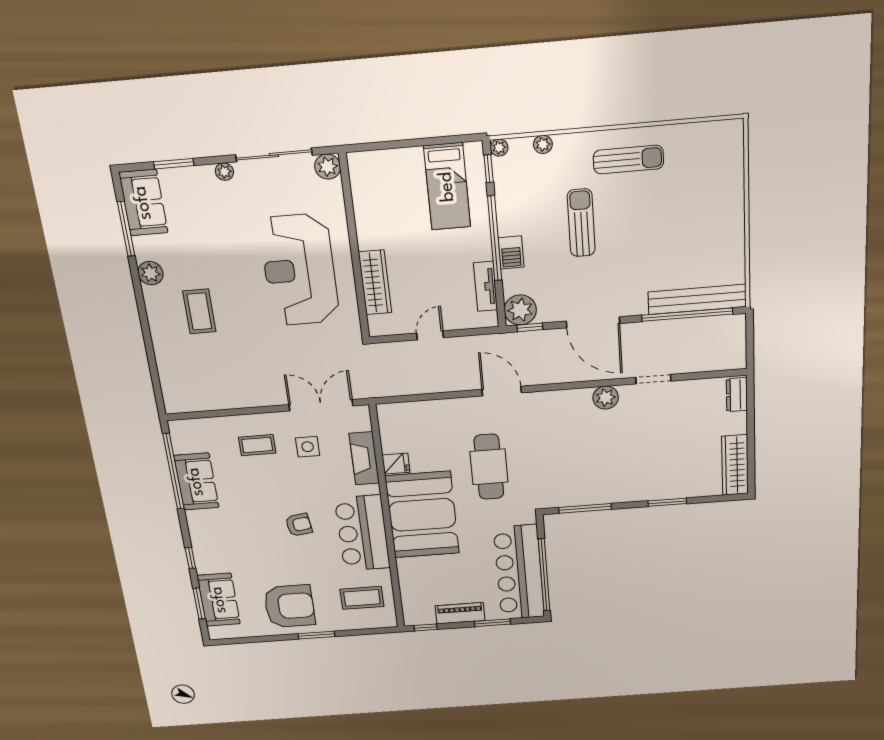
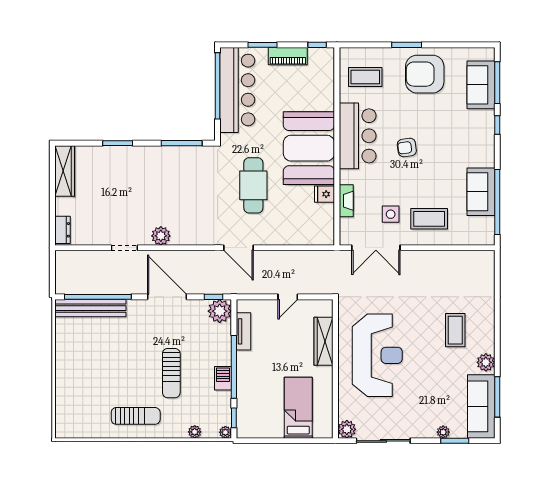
sun lounger: (628, 160) -> (136, 416), turned 180
plant: (224, 172) -> (443, 432), moved
bed: (447, 187) -> (298, 408), moved
sofa: (143, 203) -> (481, 406), width x1.36
barbecue: (511, 253) -> (223, 378), moved
coffee table: (257, 445) -> (429, 219), width x1.36, depth x1.30
fireplace: (364, 458) -> (346, 201), width x0.73, depth x0.76
window: (199, 604) -> (497, 83), width x1.44

